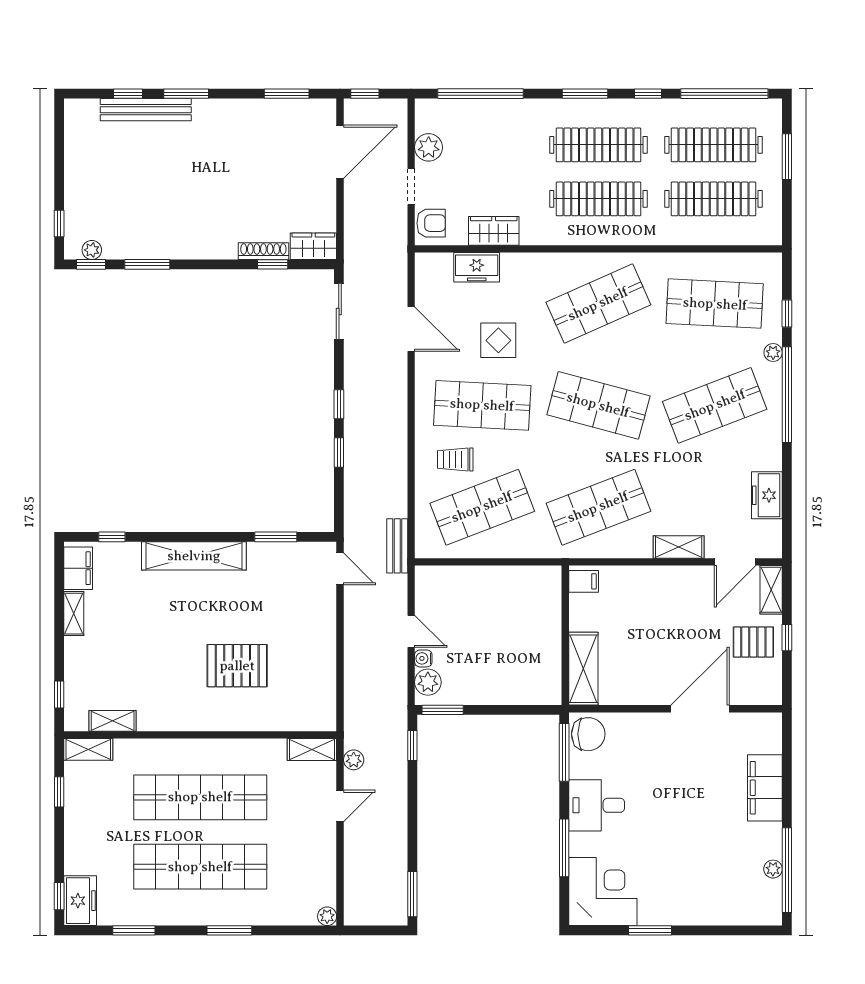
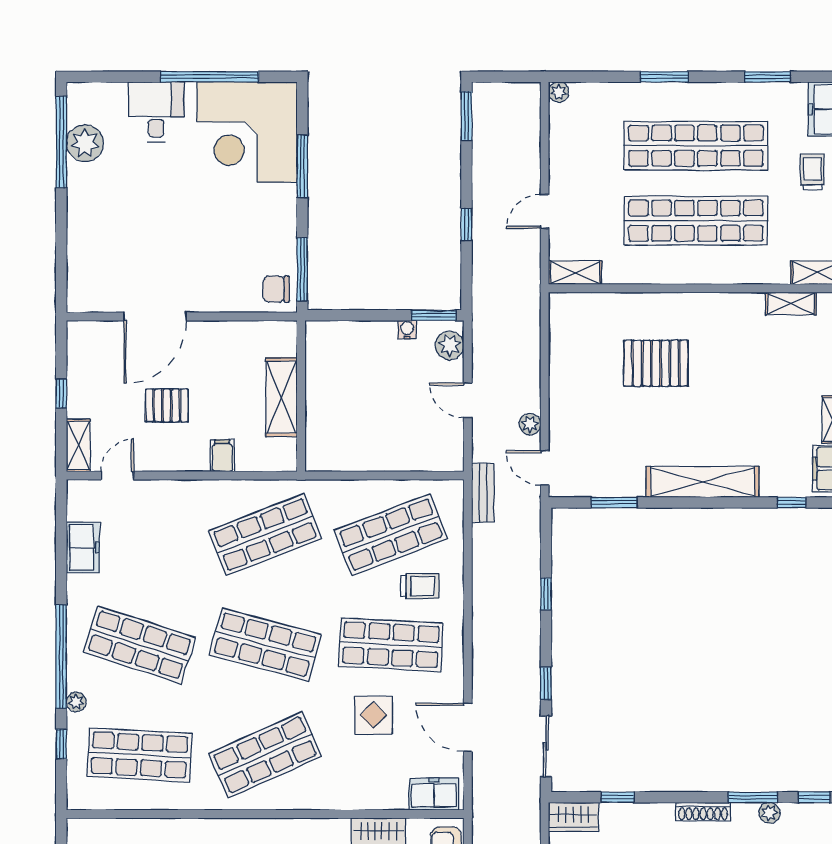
plant: (92, 250) -> (769, 813), moved
shoe rack: (263, 251) -> (703, 812), moved
freezer: (477, 267) -> (434, 794), moved
window: (339, 404) -> (546, 683), moved
shop shelf: (715, 405) -> (139, 645), turned 39
shelving: (679, 547) -> (178, 492), removed
door: (735, 562) -> (117, 476), width x0.73
filing cabinet: (584, 581) -> (222, 456), moved, turned 90
pallet: (753, 642) -> (167, 406), moved
water cooler: (423, 658) -> (407, 330), moved, turned -90
shelving: (583, 669) -> (281, 397), moved
chair: (588, 734) -> (276, 289), width x0.73, depth x0.73
window: (412, 745) -> (466, 224), moved
plant: (354, 760) -> (530, 424), moved
filing cabinet: (765, 788) -> (85, 231), removed
desk: (597, 805) -> (156, 112), moved, turned -90
trolley: (93, 843) -> (812, 172), added
plant: (773, 869) -> (85, 143), width x1.88, depth x1.88
corner desk: (603, 892) -> (247, 132), width x1.36, depth x1.36
window: (650, 930) -> (209, 77), width x2.11

